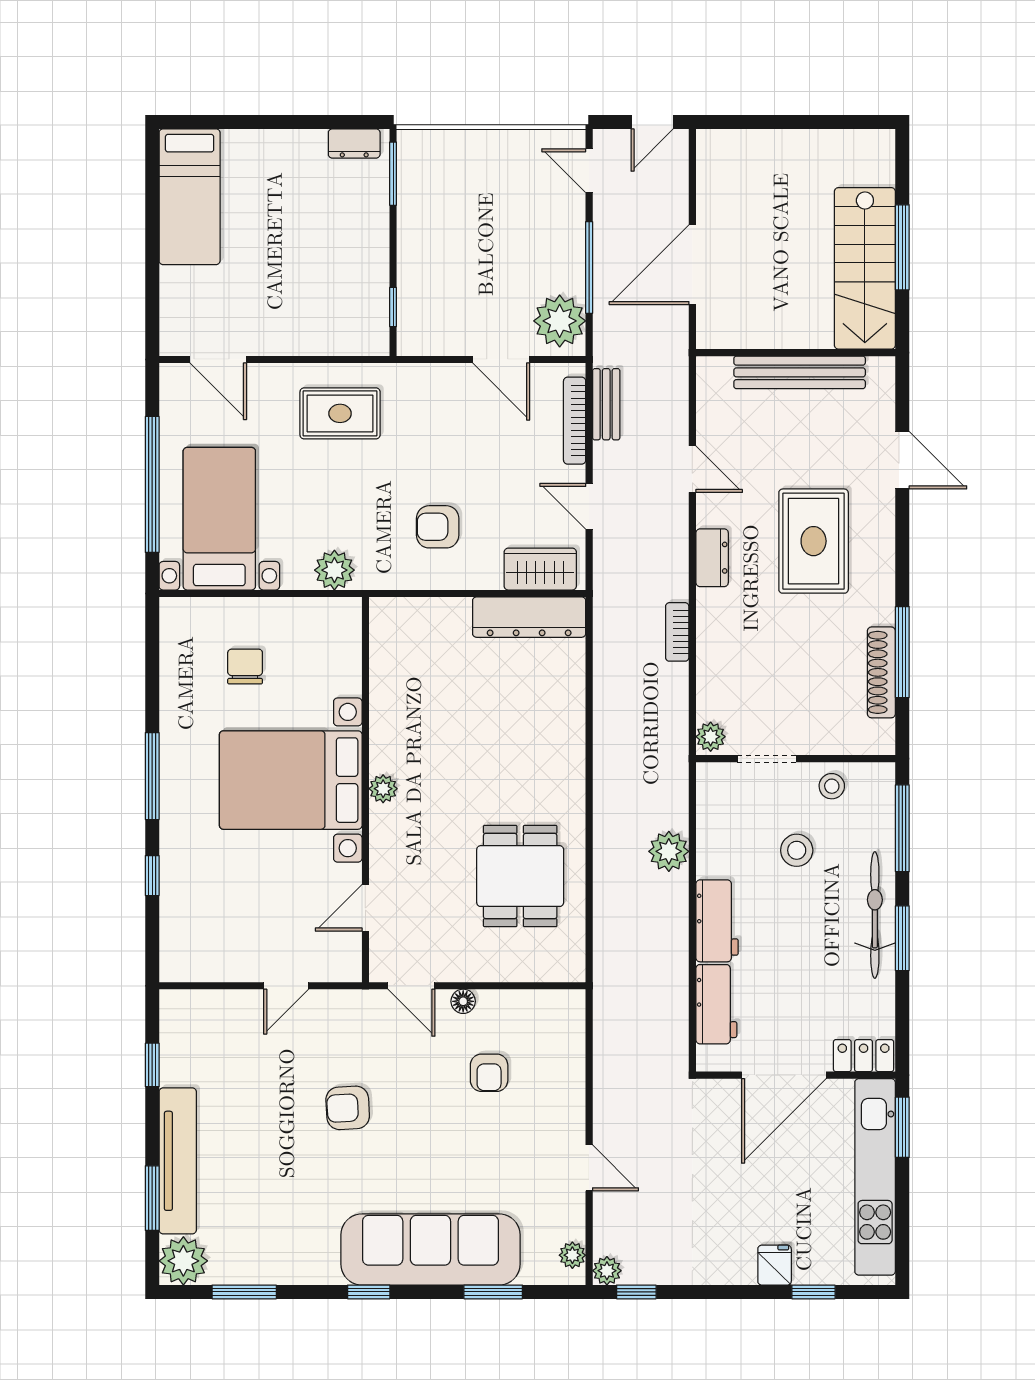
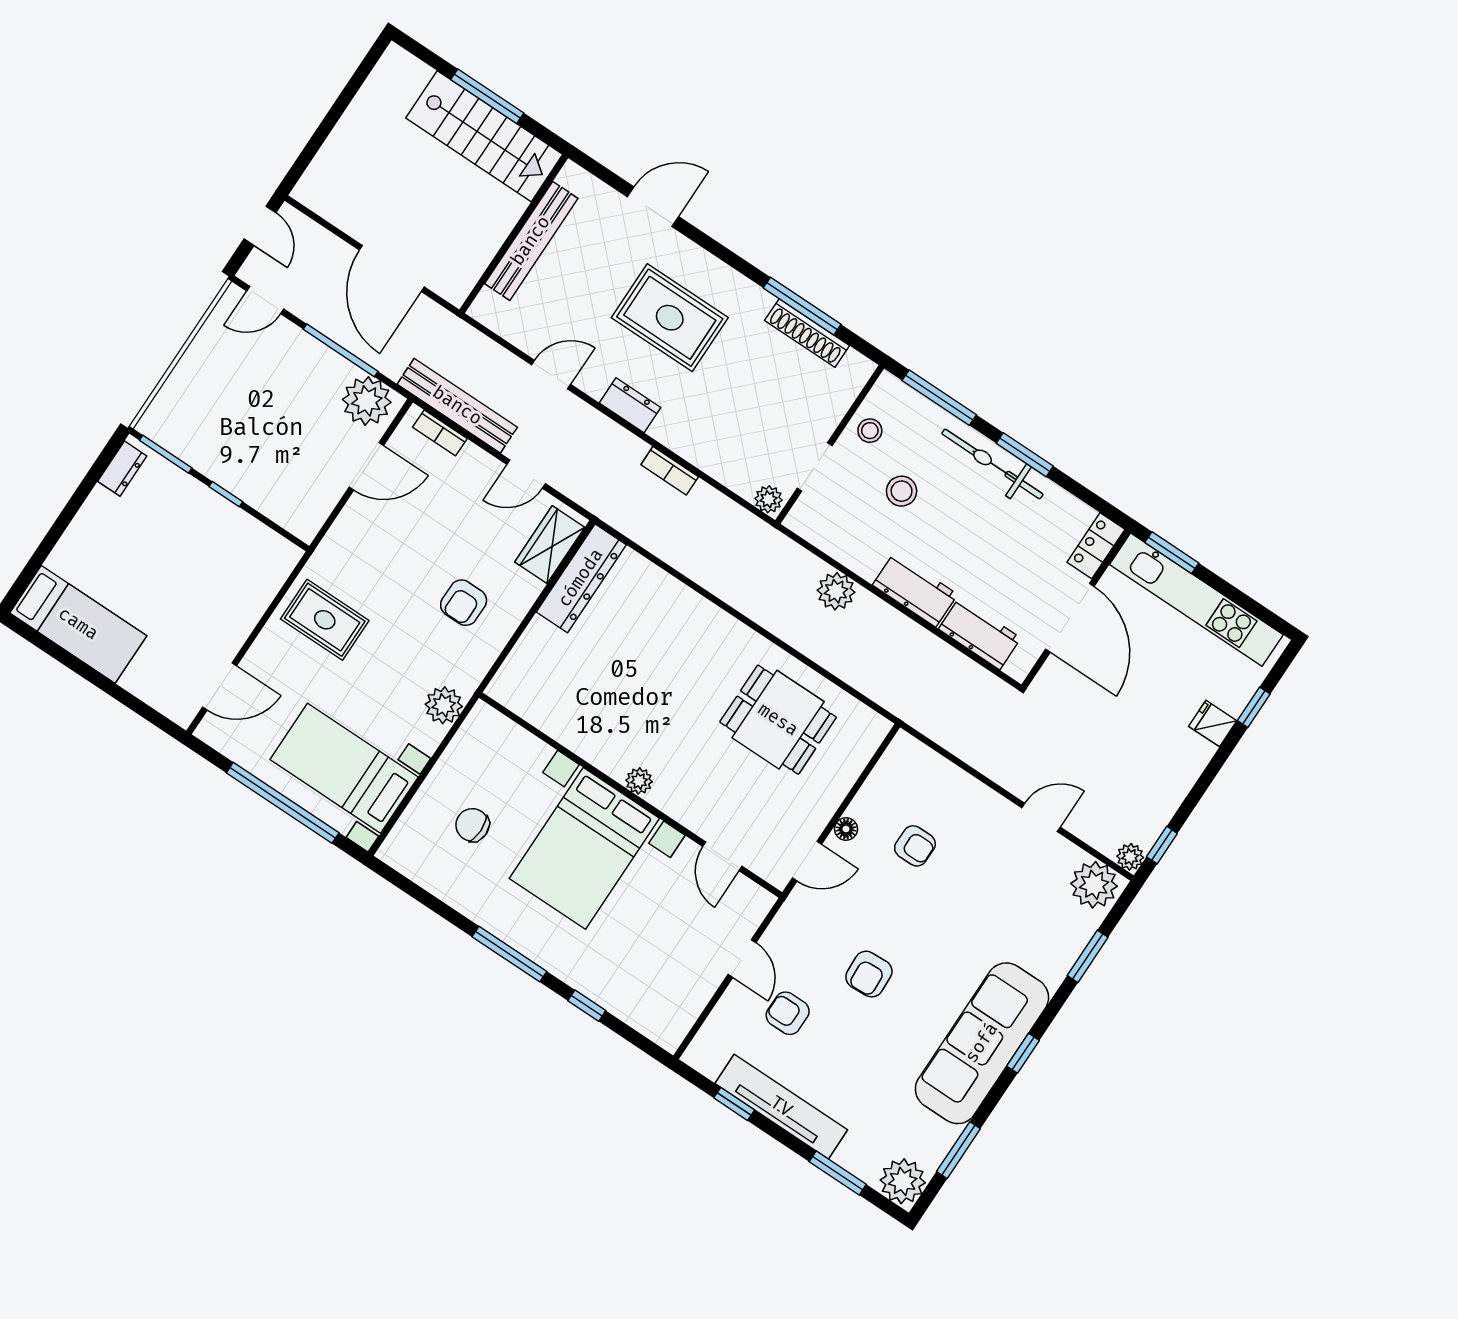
window: (393, 307) -> (226, 494), moved
bench: (606, 404) -> (457, 406), width x1.86, depth x1.21
rug: (340, 413) -> (325, 620), turned 90
bookcase: (575, 421) -> (440, 433), width x0.64
armchair: (265, 1059) -> (788, 1013), added
tv unit: (178, 1161) -> (781, 1107), moved
sofa: (430, 1249) -> (982, 1043), moved
plant: (572, 1255) -> (1094, 885), width x1.88, depth x1.88

